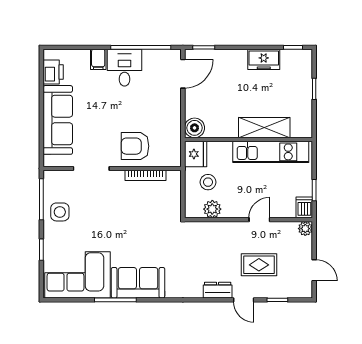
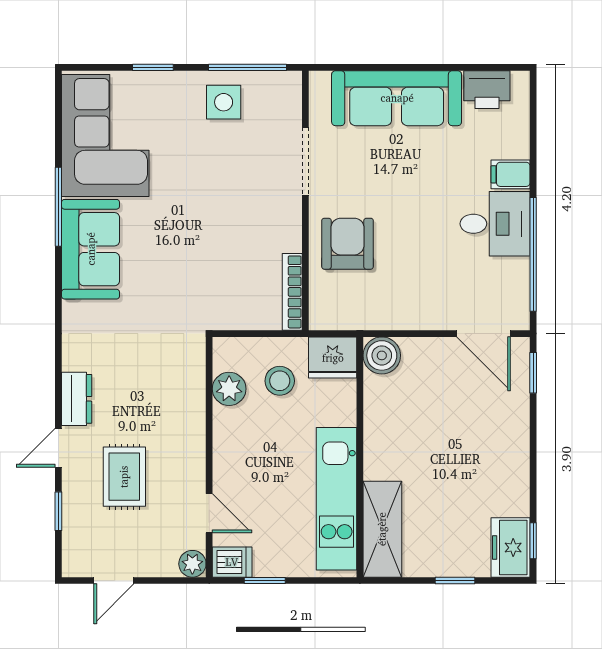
freezer: (264, 59) -> (510, 548), moved
shelving: (264, 128) -> (382, 529), moved
bookcase: (145, 175) -> (292, 292), moved
door: (259, 220) -> (209, 513), moved

